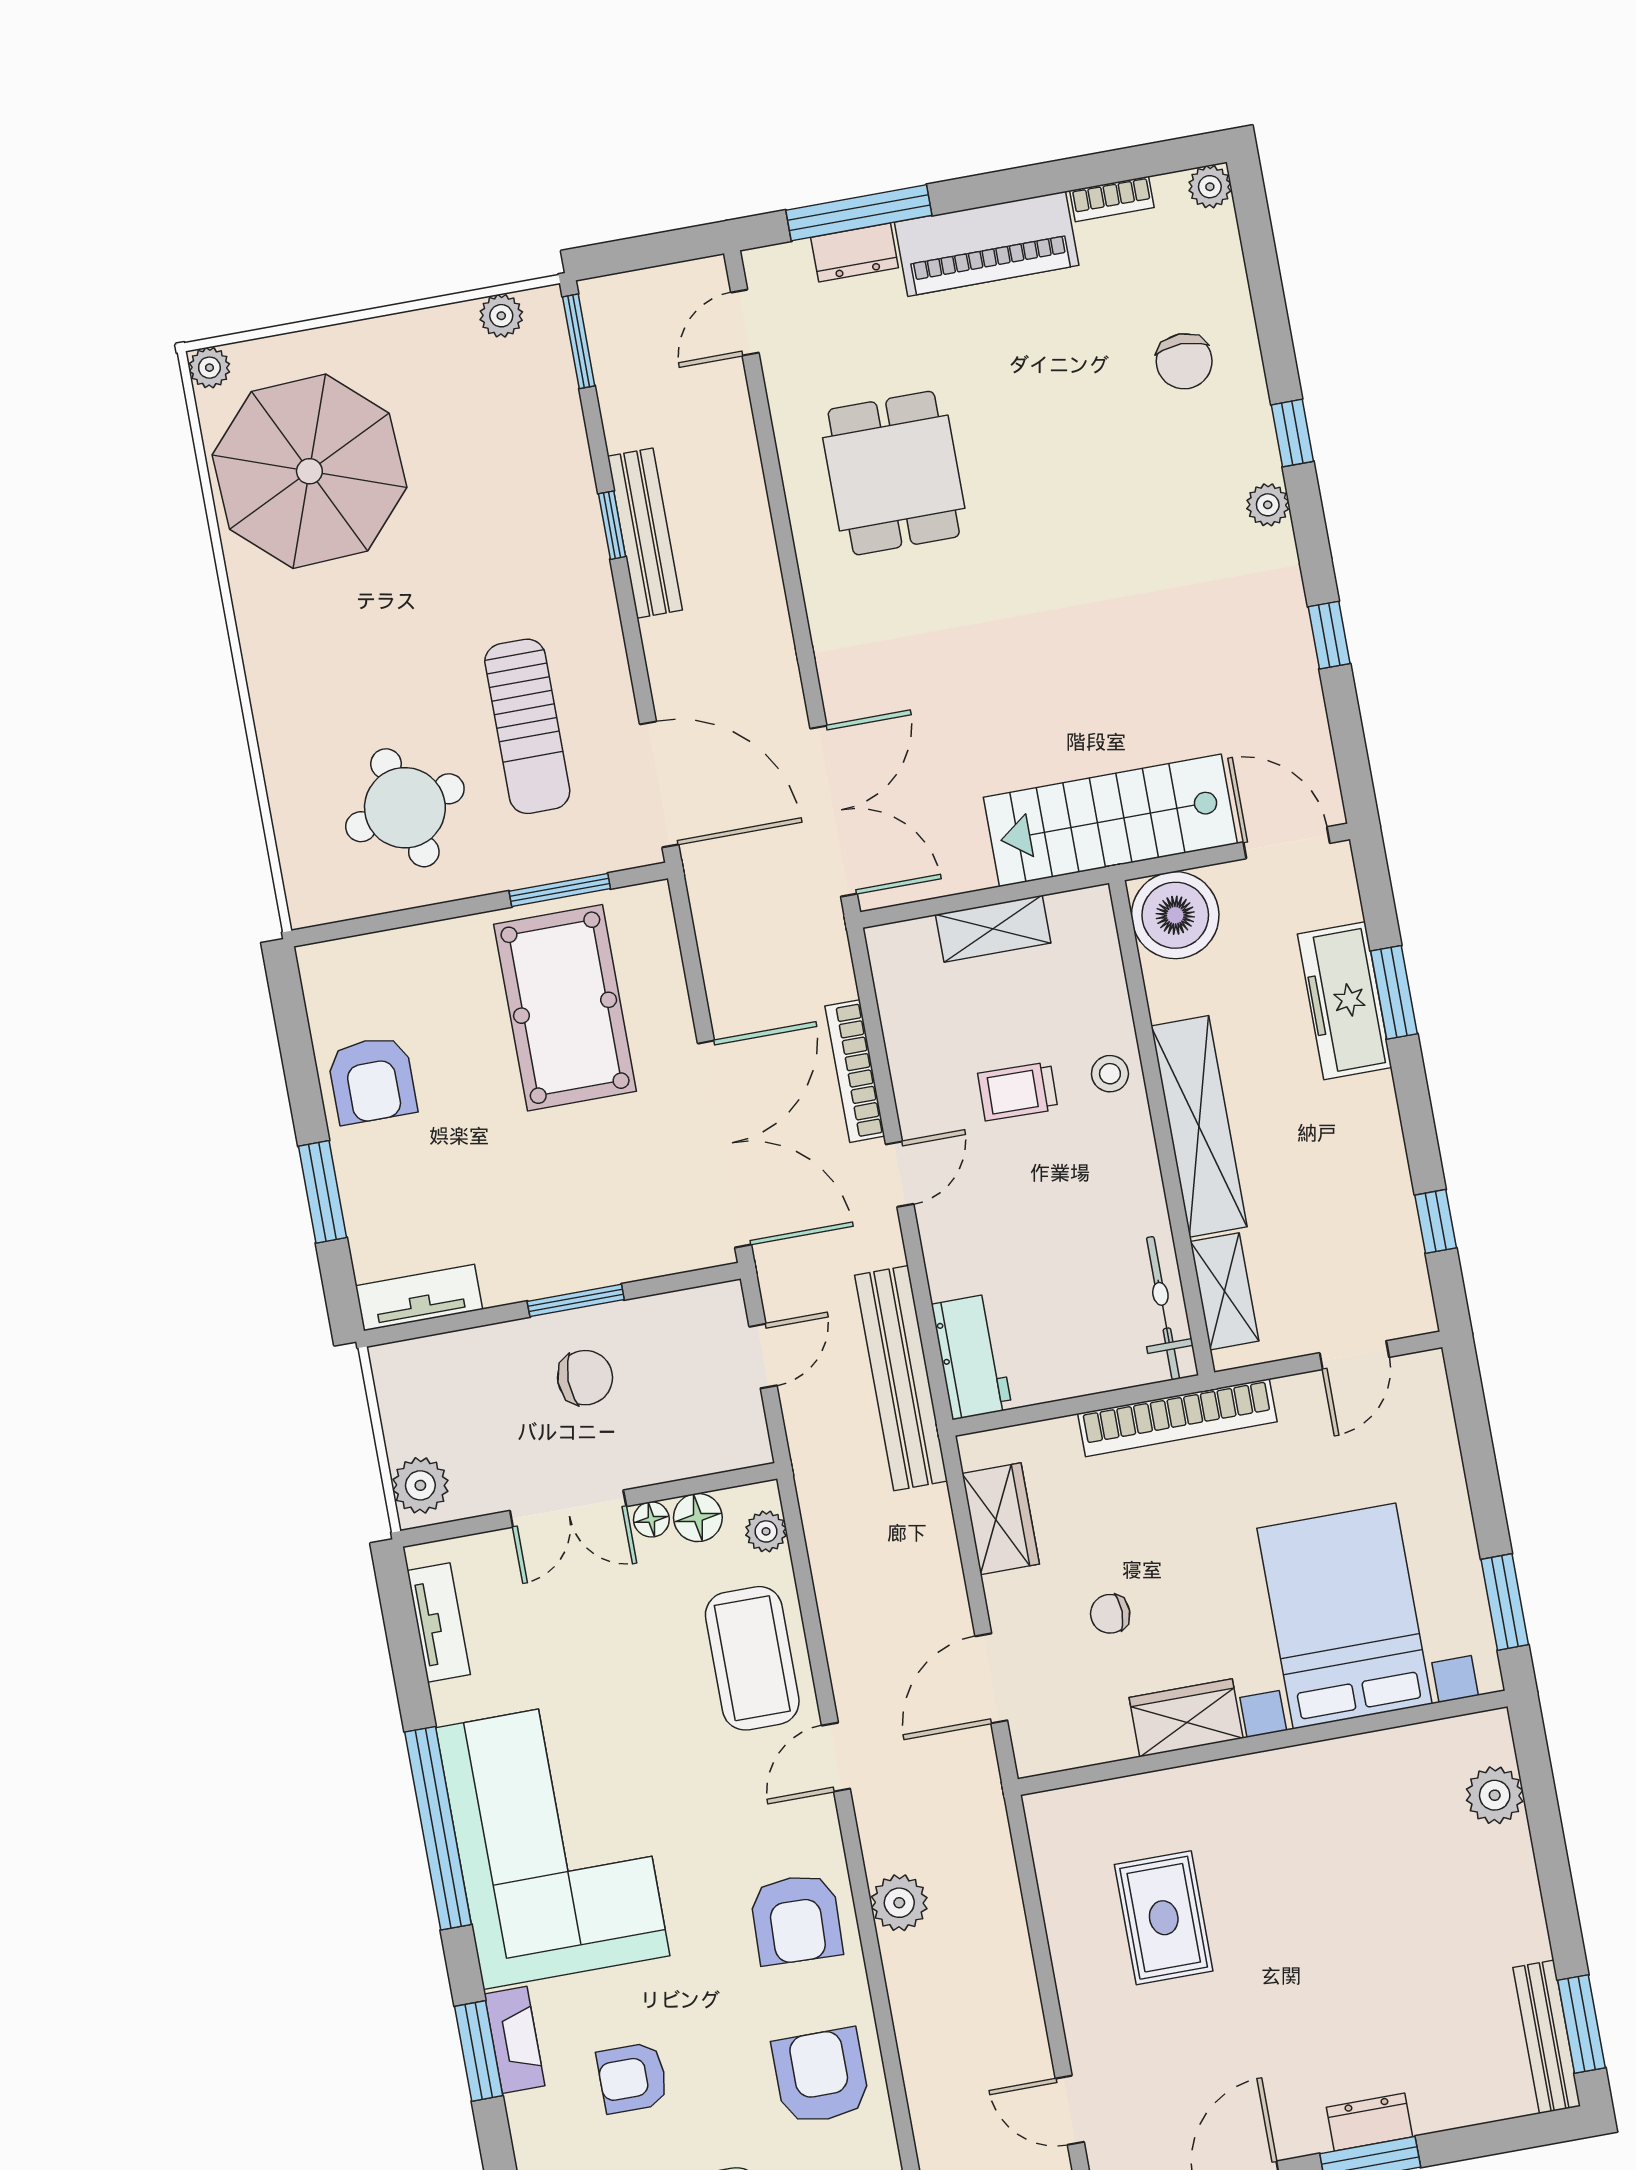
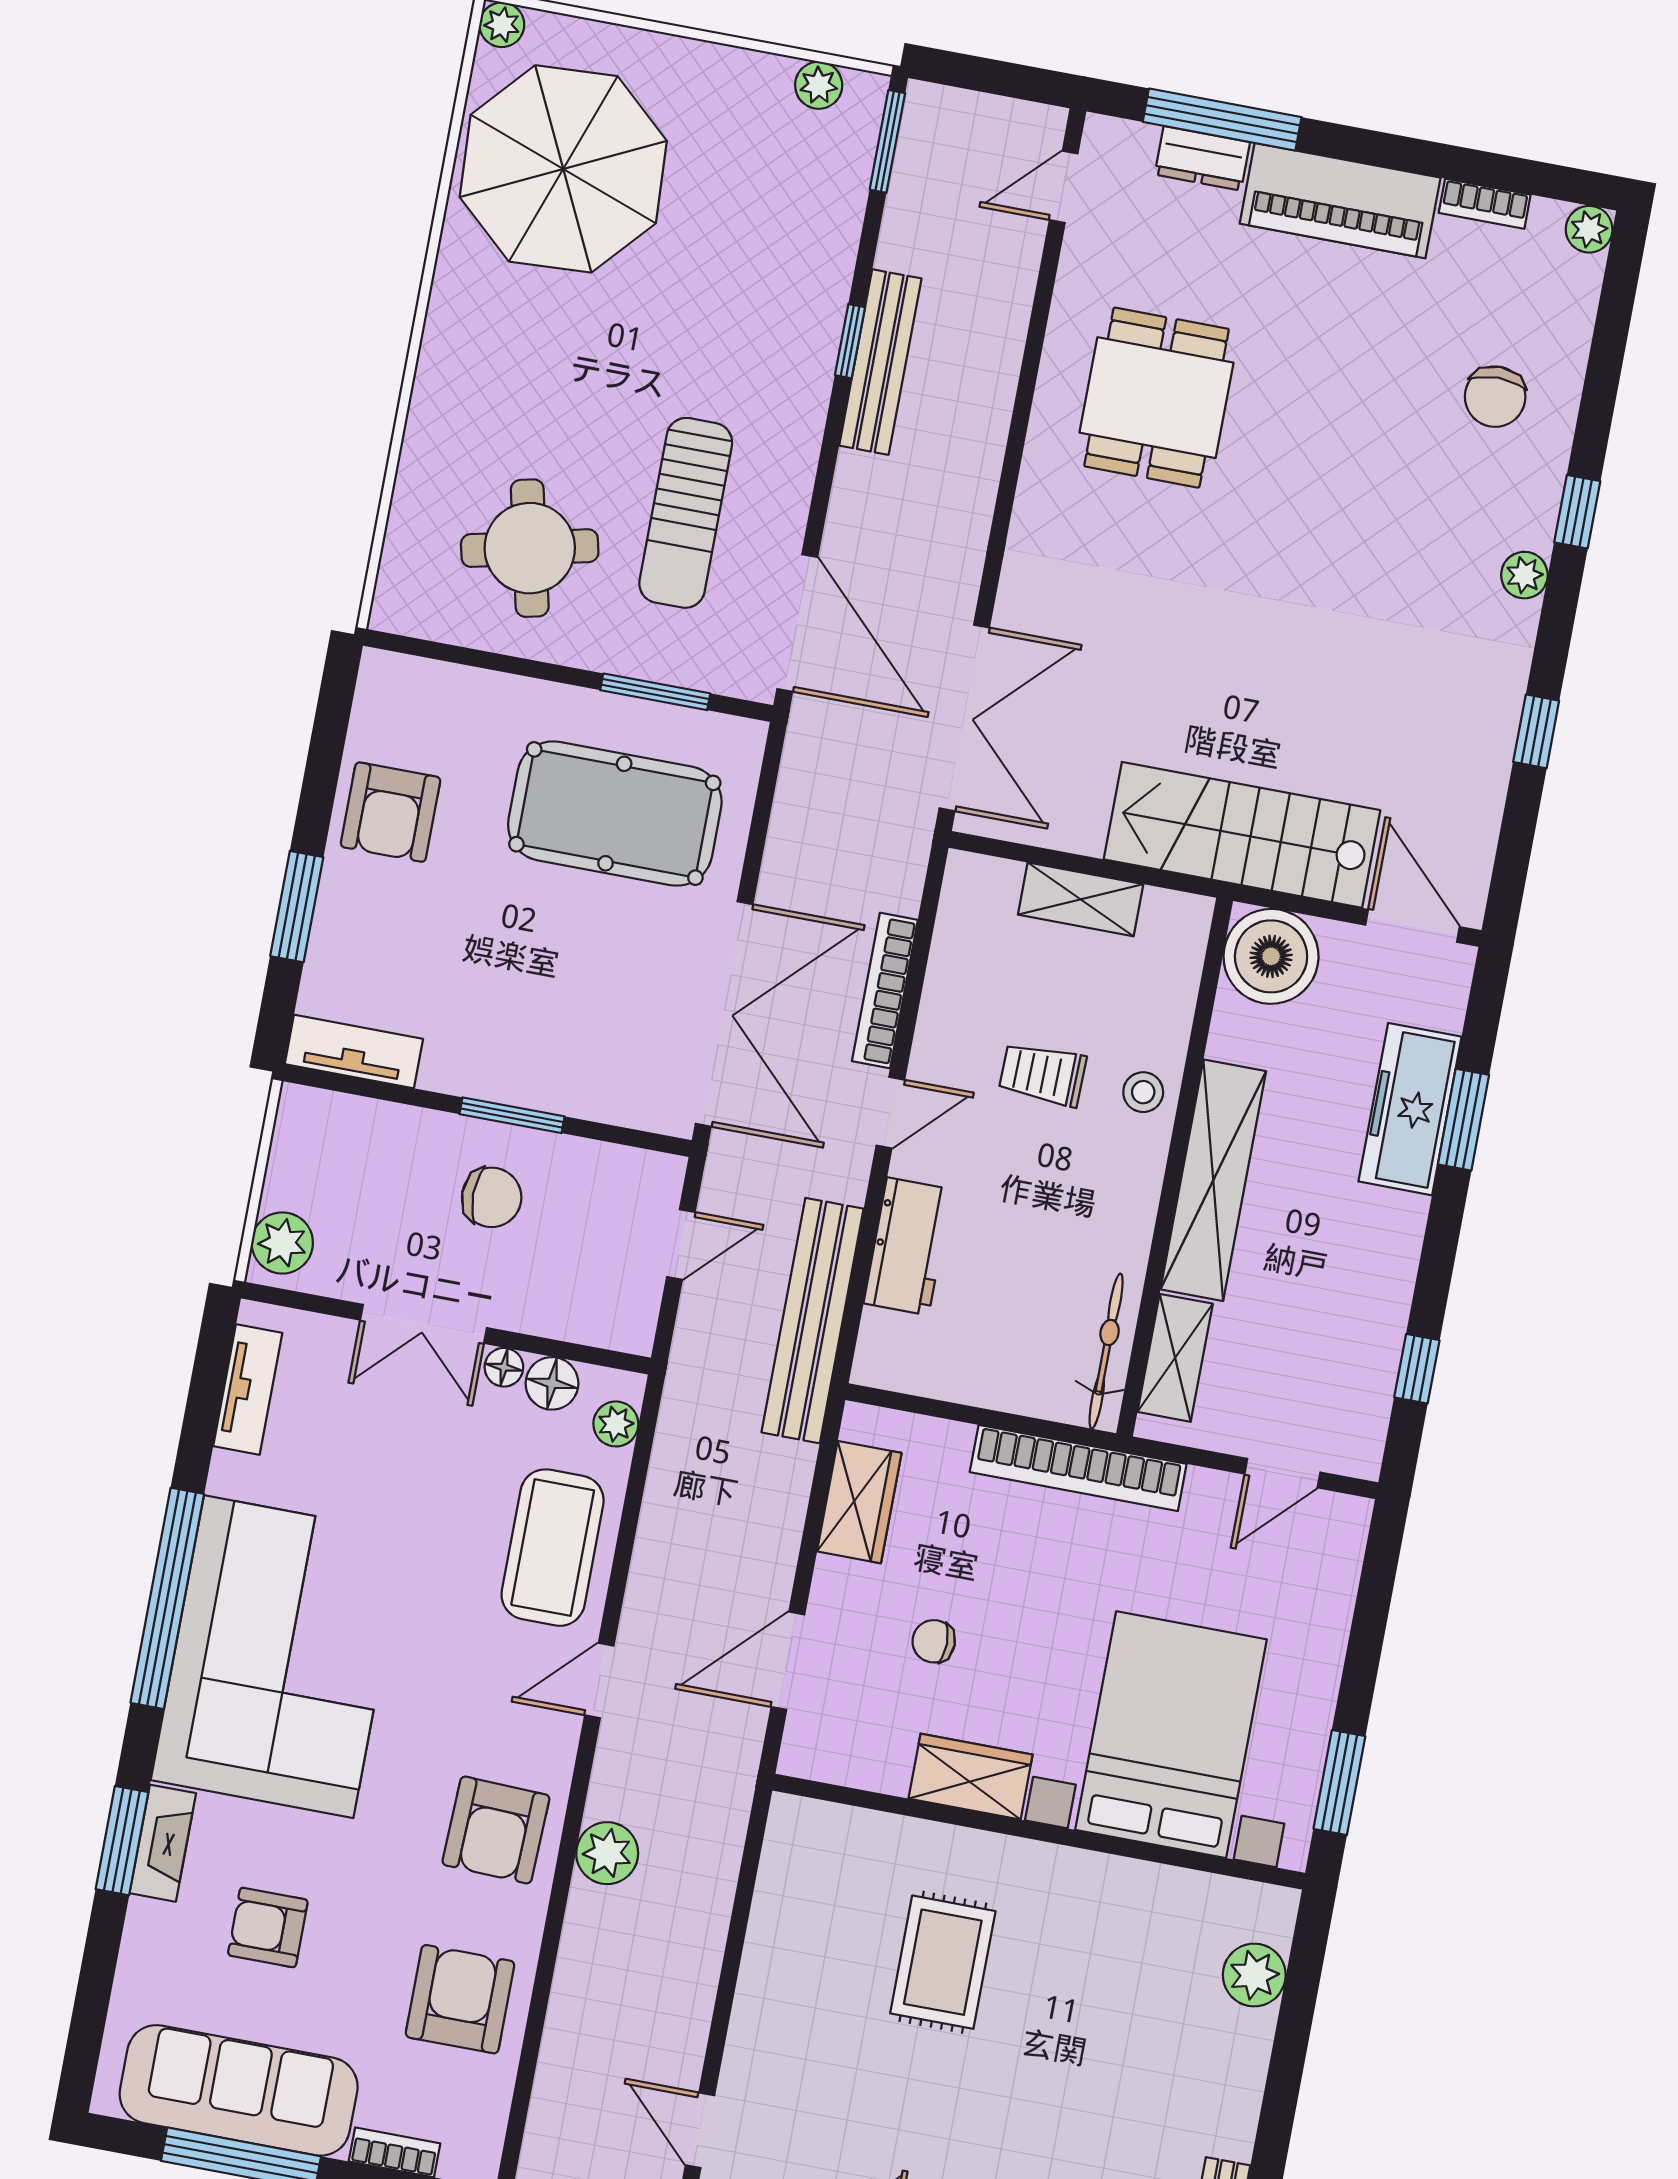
pool table: (565, 1008) -> (615, 814), turned 90
workbench: (972, 1357) -> (908, 1246), moved
rug: (1164, 1918) -> (943, 1962), moved

